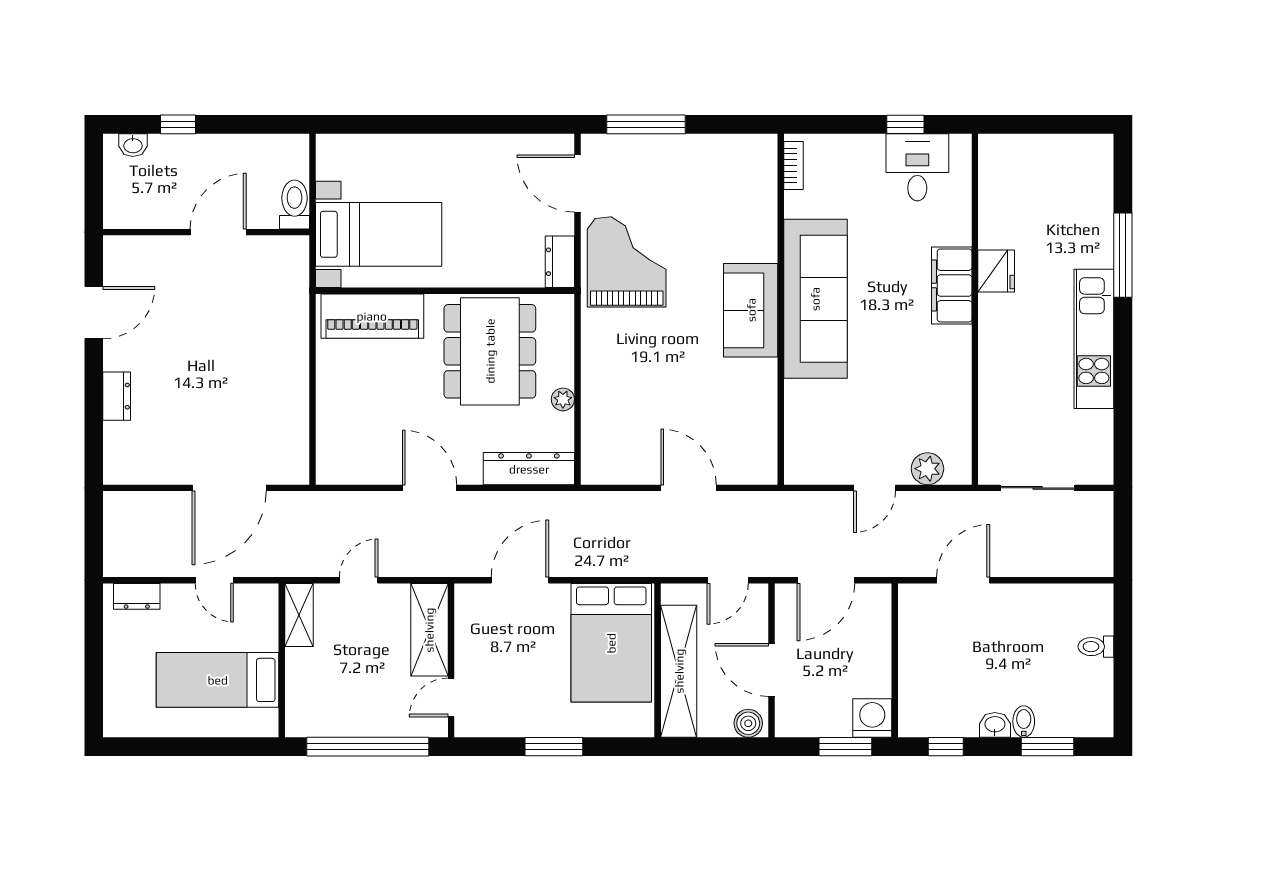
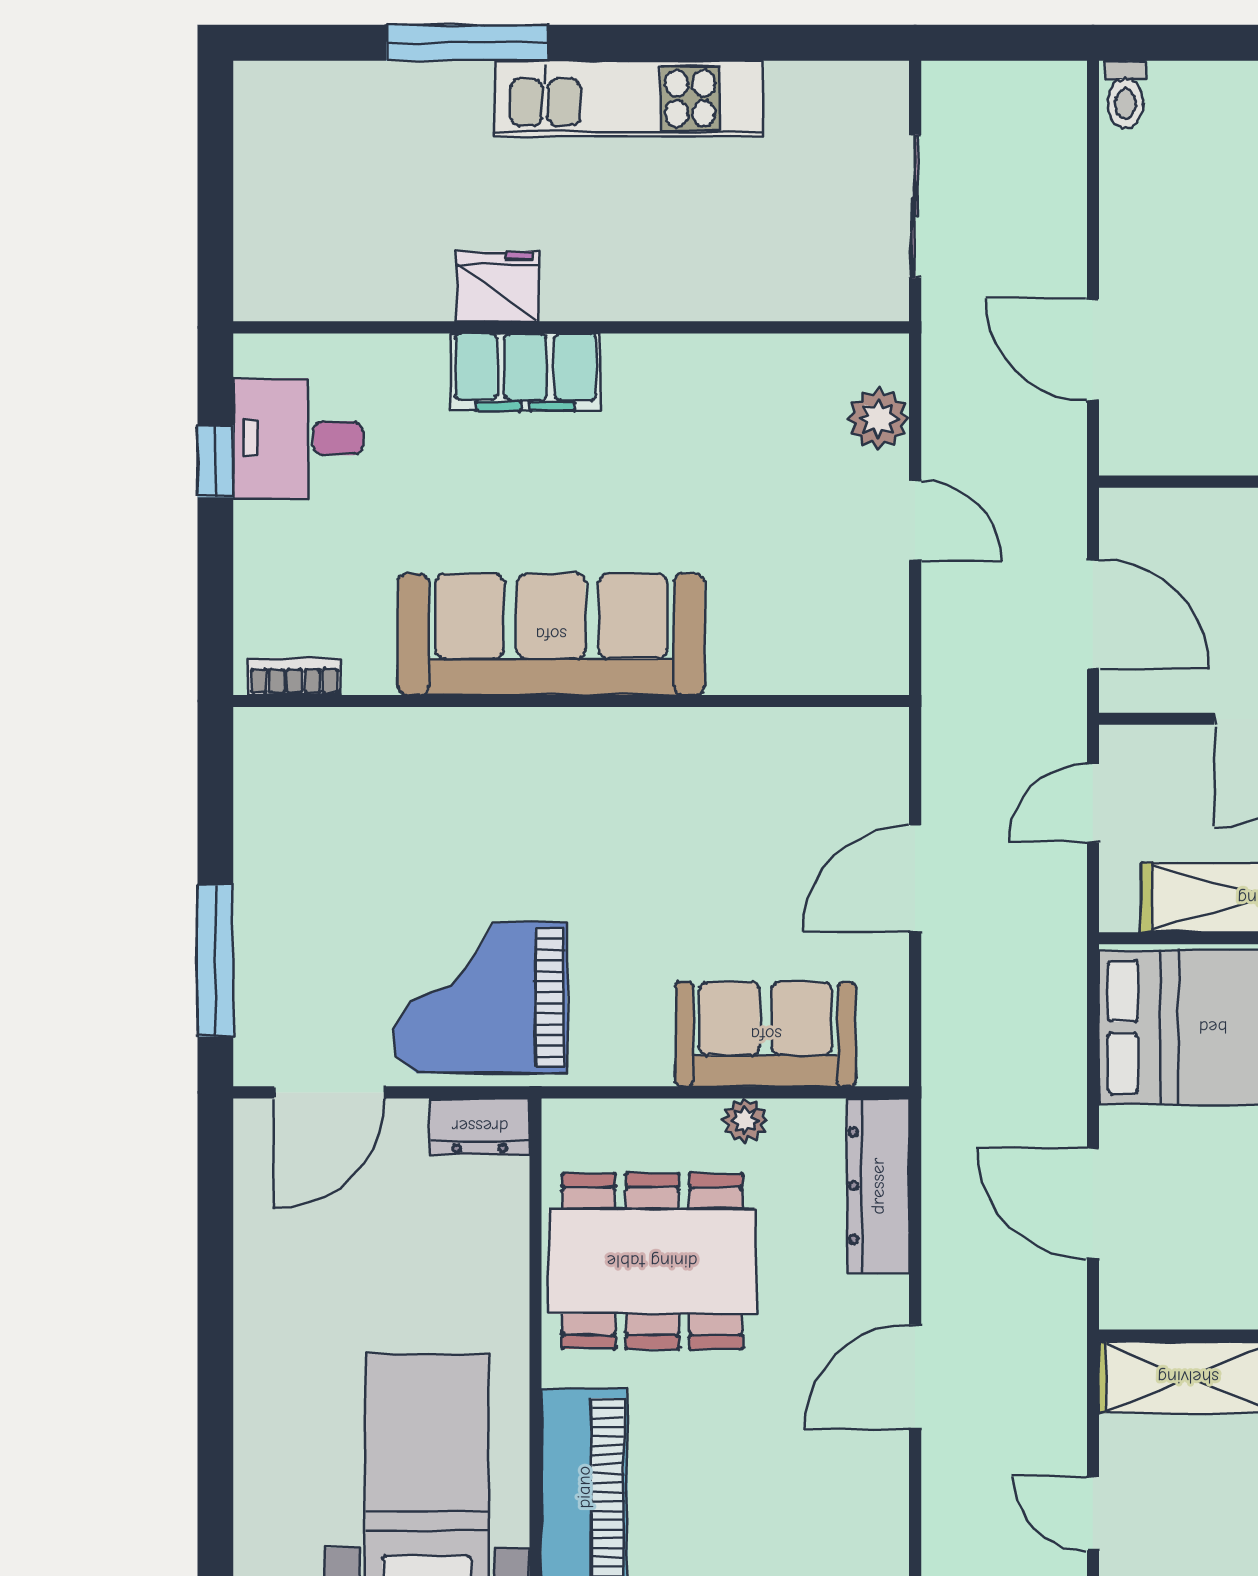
sofa: (751, 310) -> (766, 1034), moved, turned 180
door: (728, 580) -> (1093, 803), swing flipped
toilet: (1096, 647) -> (1125, 95), moved

